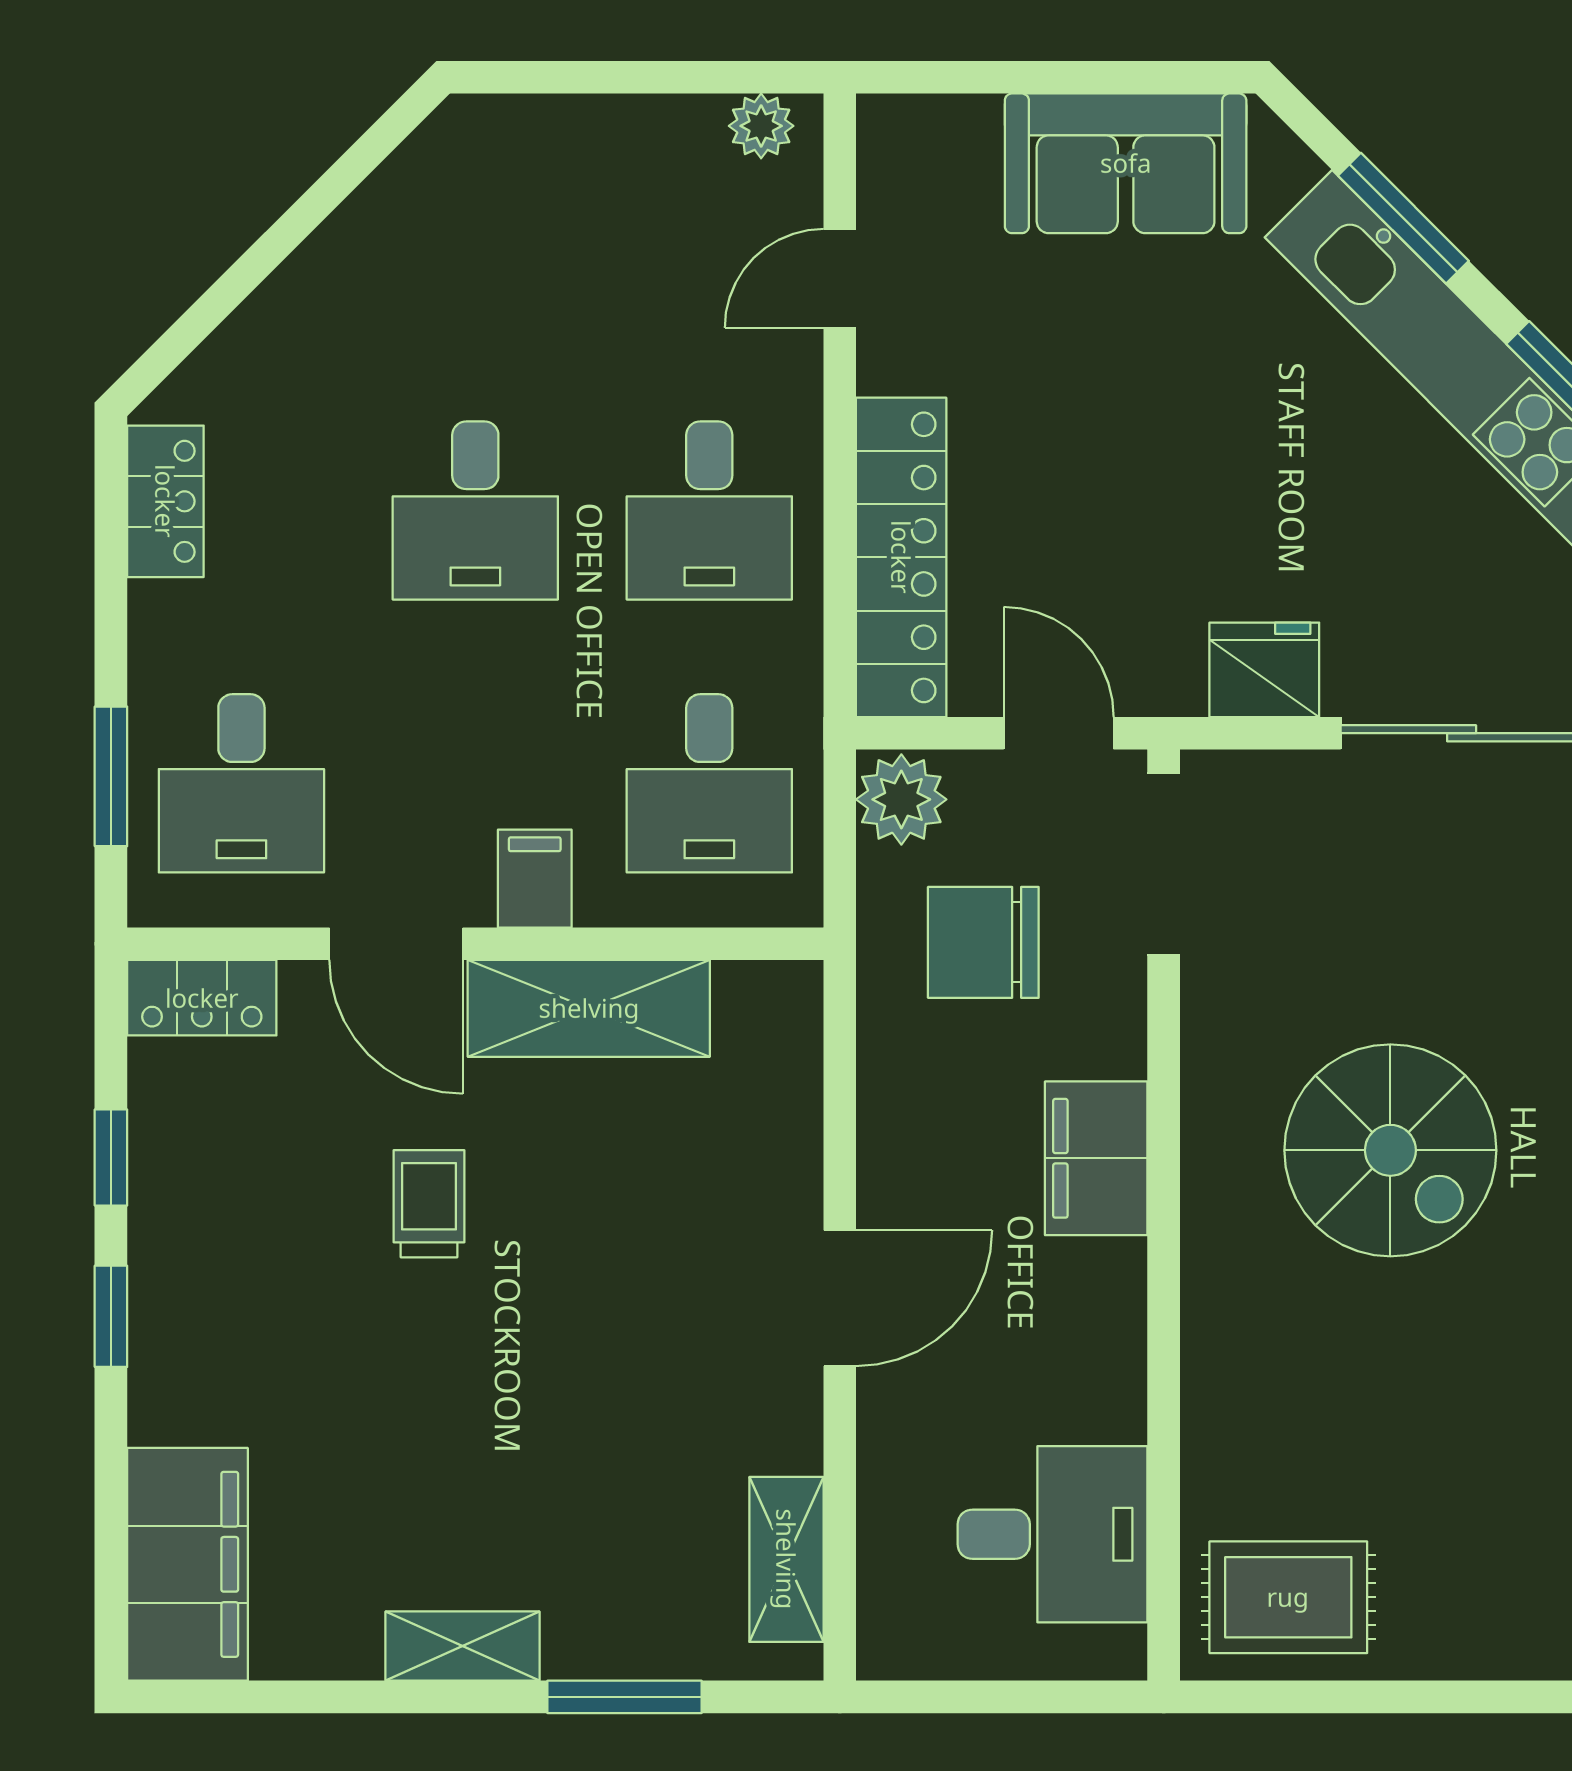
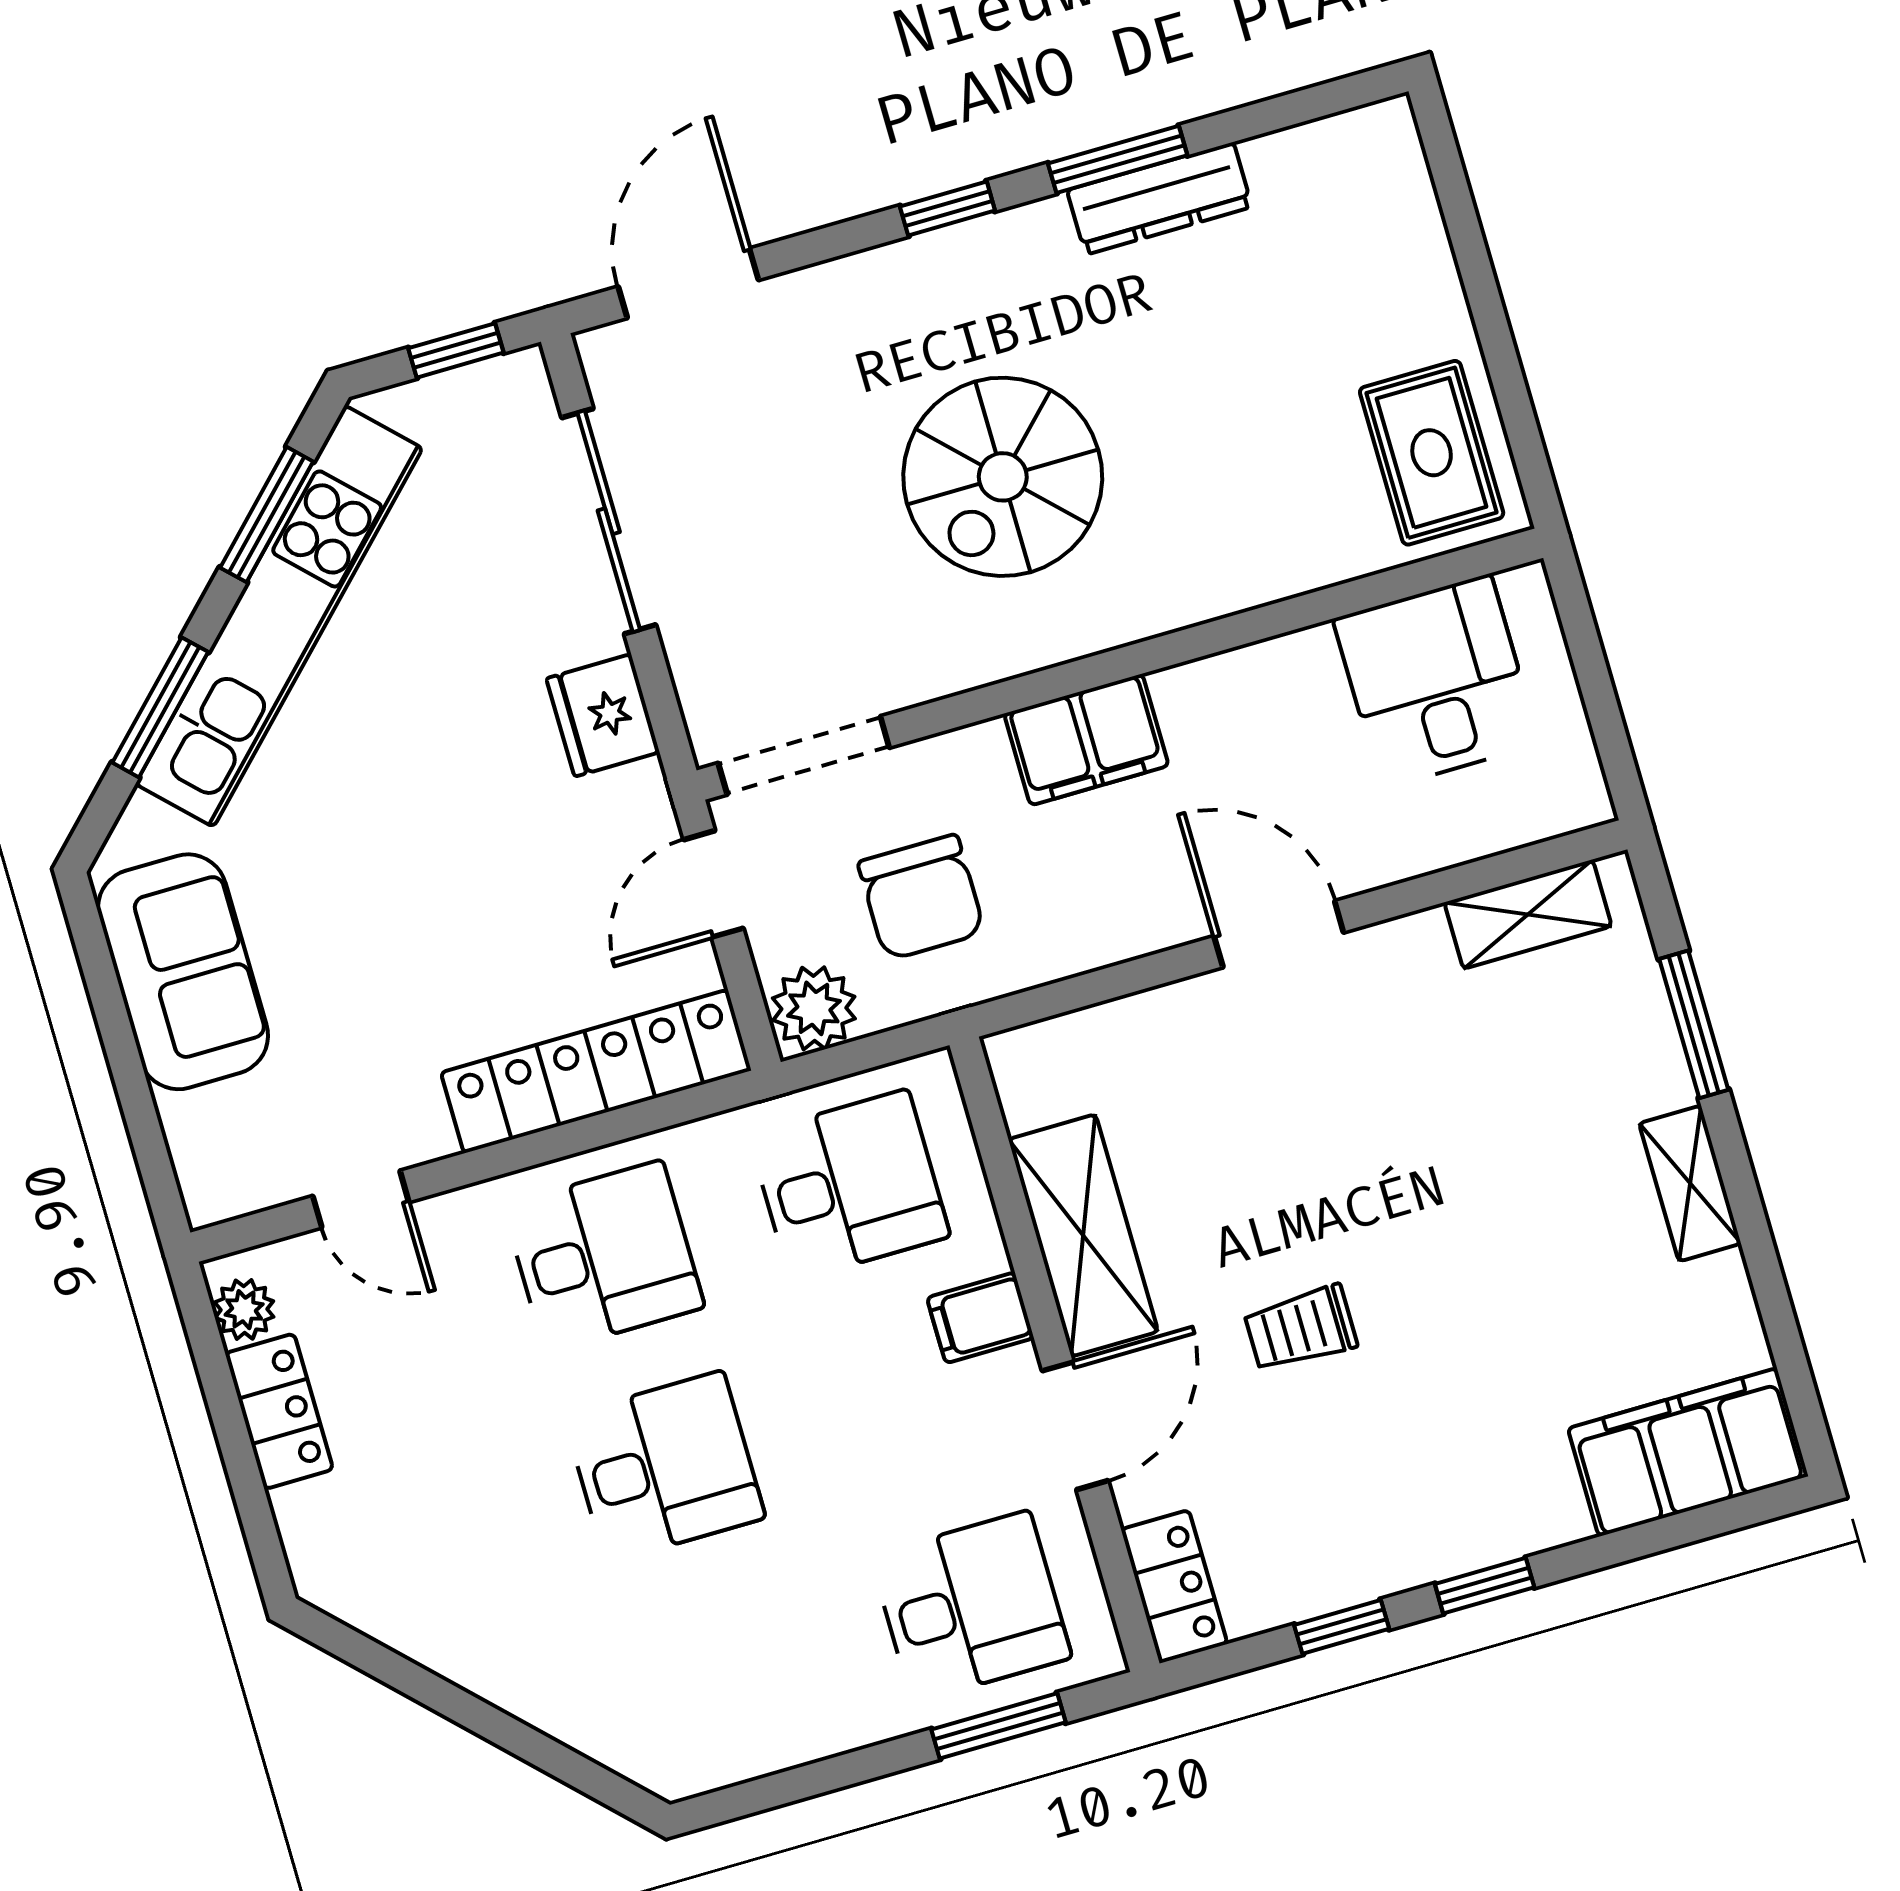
locker: (165, 501) -> (279, 1411), moved, turned 90
spiral stairs: (1390, 1150) -> (1003, 477), turned 180

